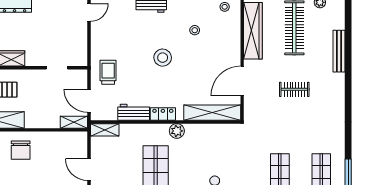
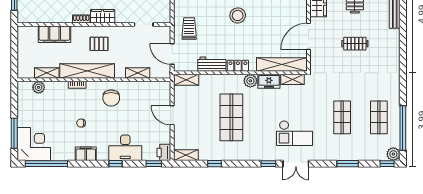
shelving: (74, 122) -> (138, 73), moved
shelving: (224, 129) -> (292, 79), added
freezer: (198, 132) -> (269, 81), added

